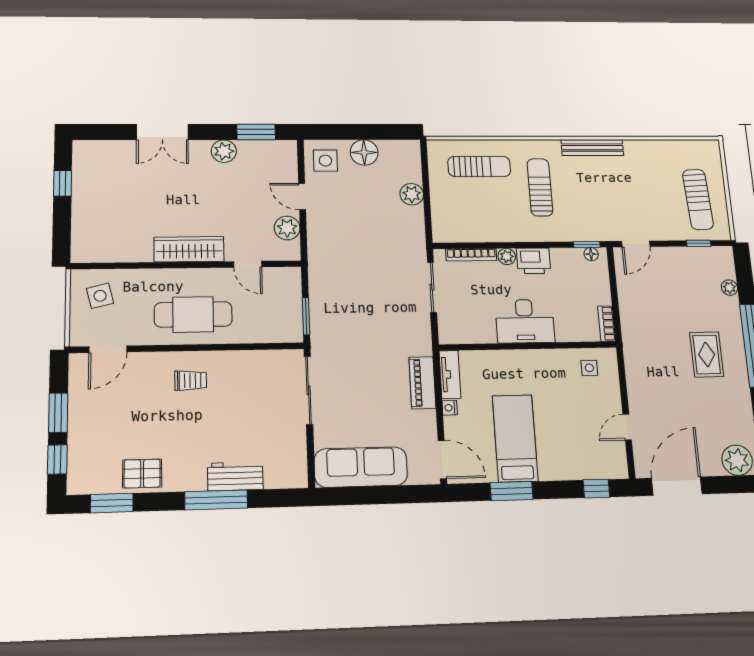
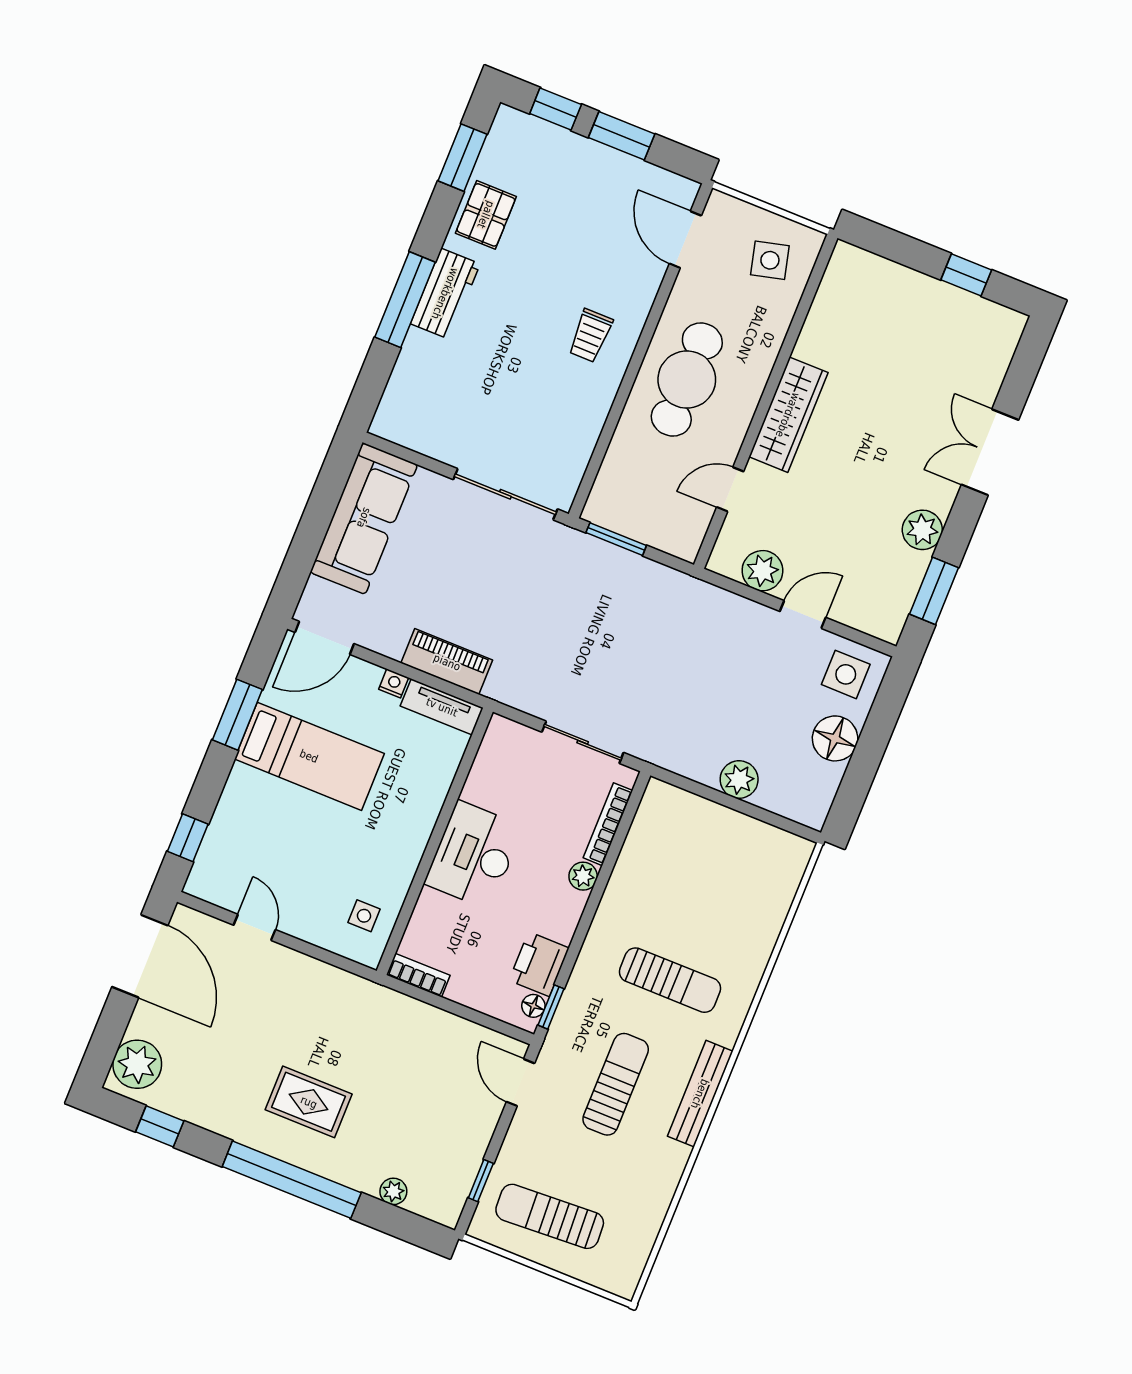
sun lounger: (479, 166) -> (616, 1084), moved, turned 180
printer: (534, 261) -> (539, 964), moved
workbench: (235, 476) -> (445, 294), moved

